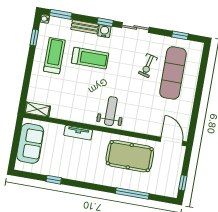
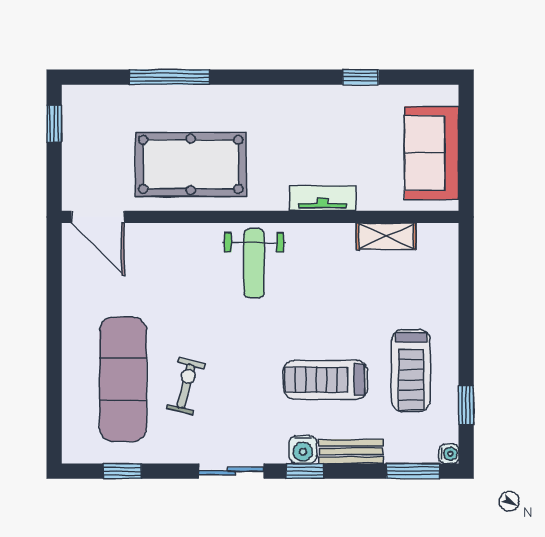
shelving: (37, 109) -> (386, 236), moved

